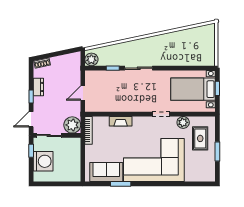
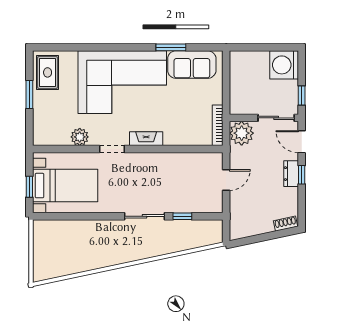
plant: (91, 59) -> (213, 229), removed
dresser: (38, 87) -> (291, 174), moved
door: (31, 119) -> (302, 142), swing flipped
fireplace: (121, 121) -> (146, 139), moved
rug: (200, 138) -> (48, 72), moved
washing machine: (43, 161) -> (284, 65), moved

